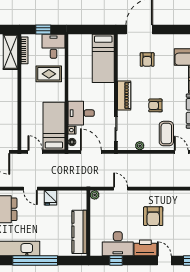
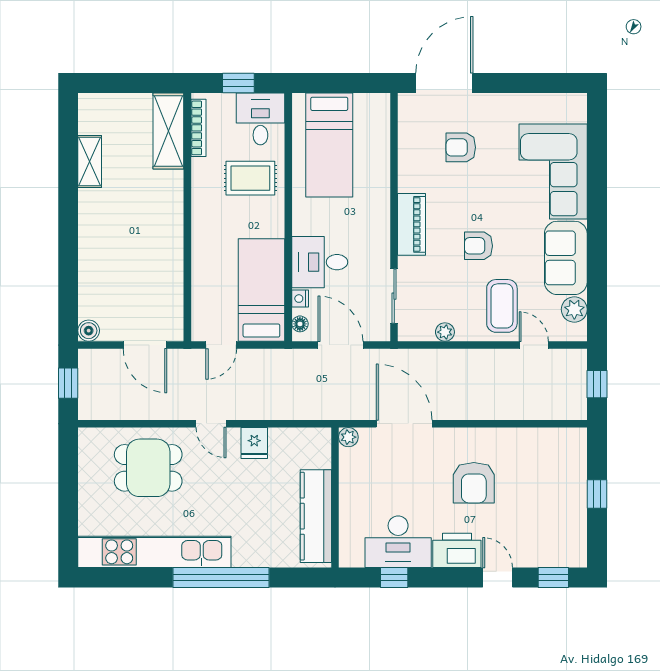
bed: (103, 58) -> (329, 145), moved
armchair: (147, 59) -> (461, 147), turned 90
door: (35, 152) -> (221, 345), swing flipped
door: (121, 189) -> (404, 424), width x1.88

